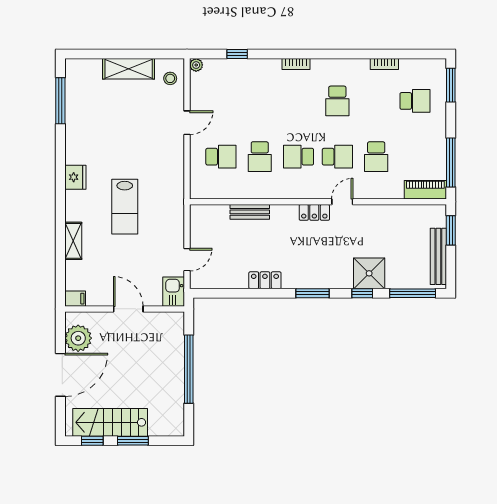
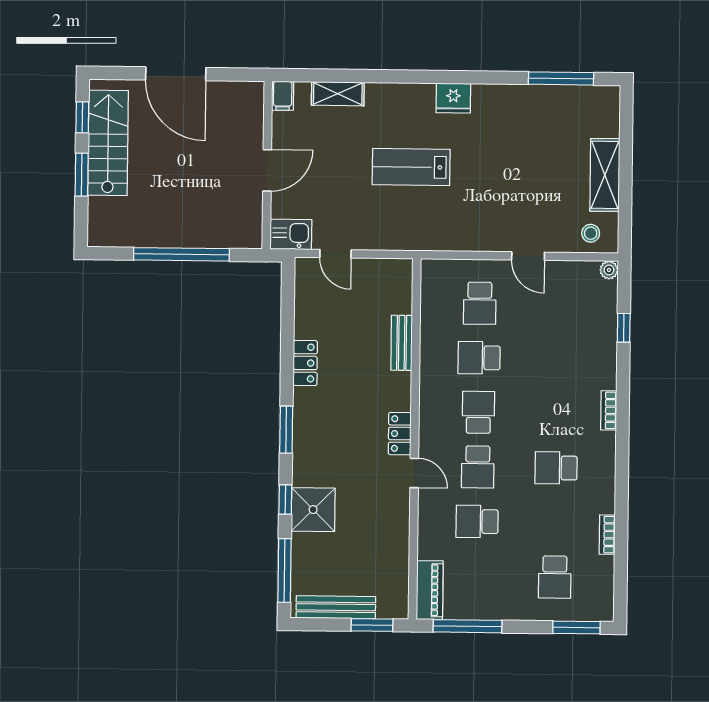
shelving: (73, 241) -> (338, 94), moved
plant: (78, 338) -> (227, 99), removed

